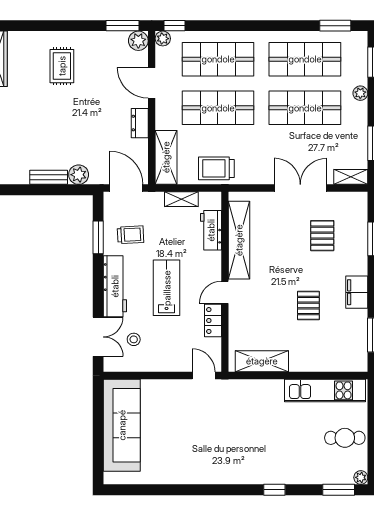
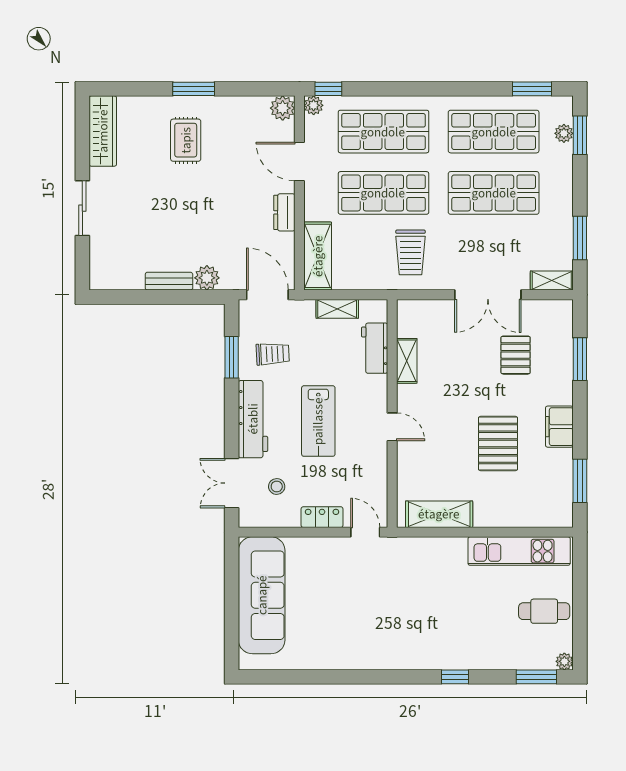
window: (123, 26) -> (194, 89), moved
plant: (360, 93) -> (564, 133), moved
trolley: (216, 168) -> (411, 252), moved, turned -90
double door: (300, 188) -> (488, 295), swing flipped
shelving: (239, 240) -> (407, 361), width x0.45, depth x0.75
lab bench: (167, 288) -> (318, 421), turned 180
door: (225, 292) -> (392, 427), swing flipped
pallet: (308, 305) -> (498, 444), width x1.50, depth x1.42
locker: (213, 321) -> (322, 517), moved, turned 90
double door: (98, 337) -> (232, 483), swing flipped

